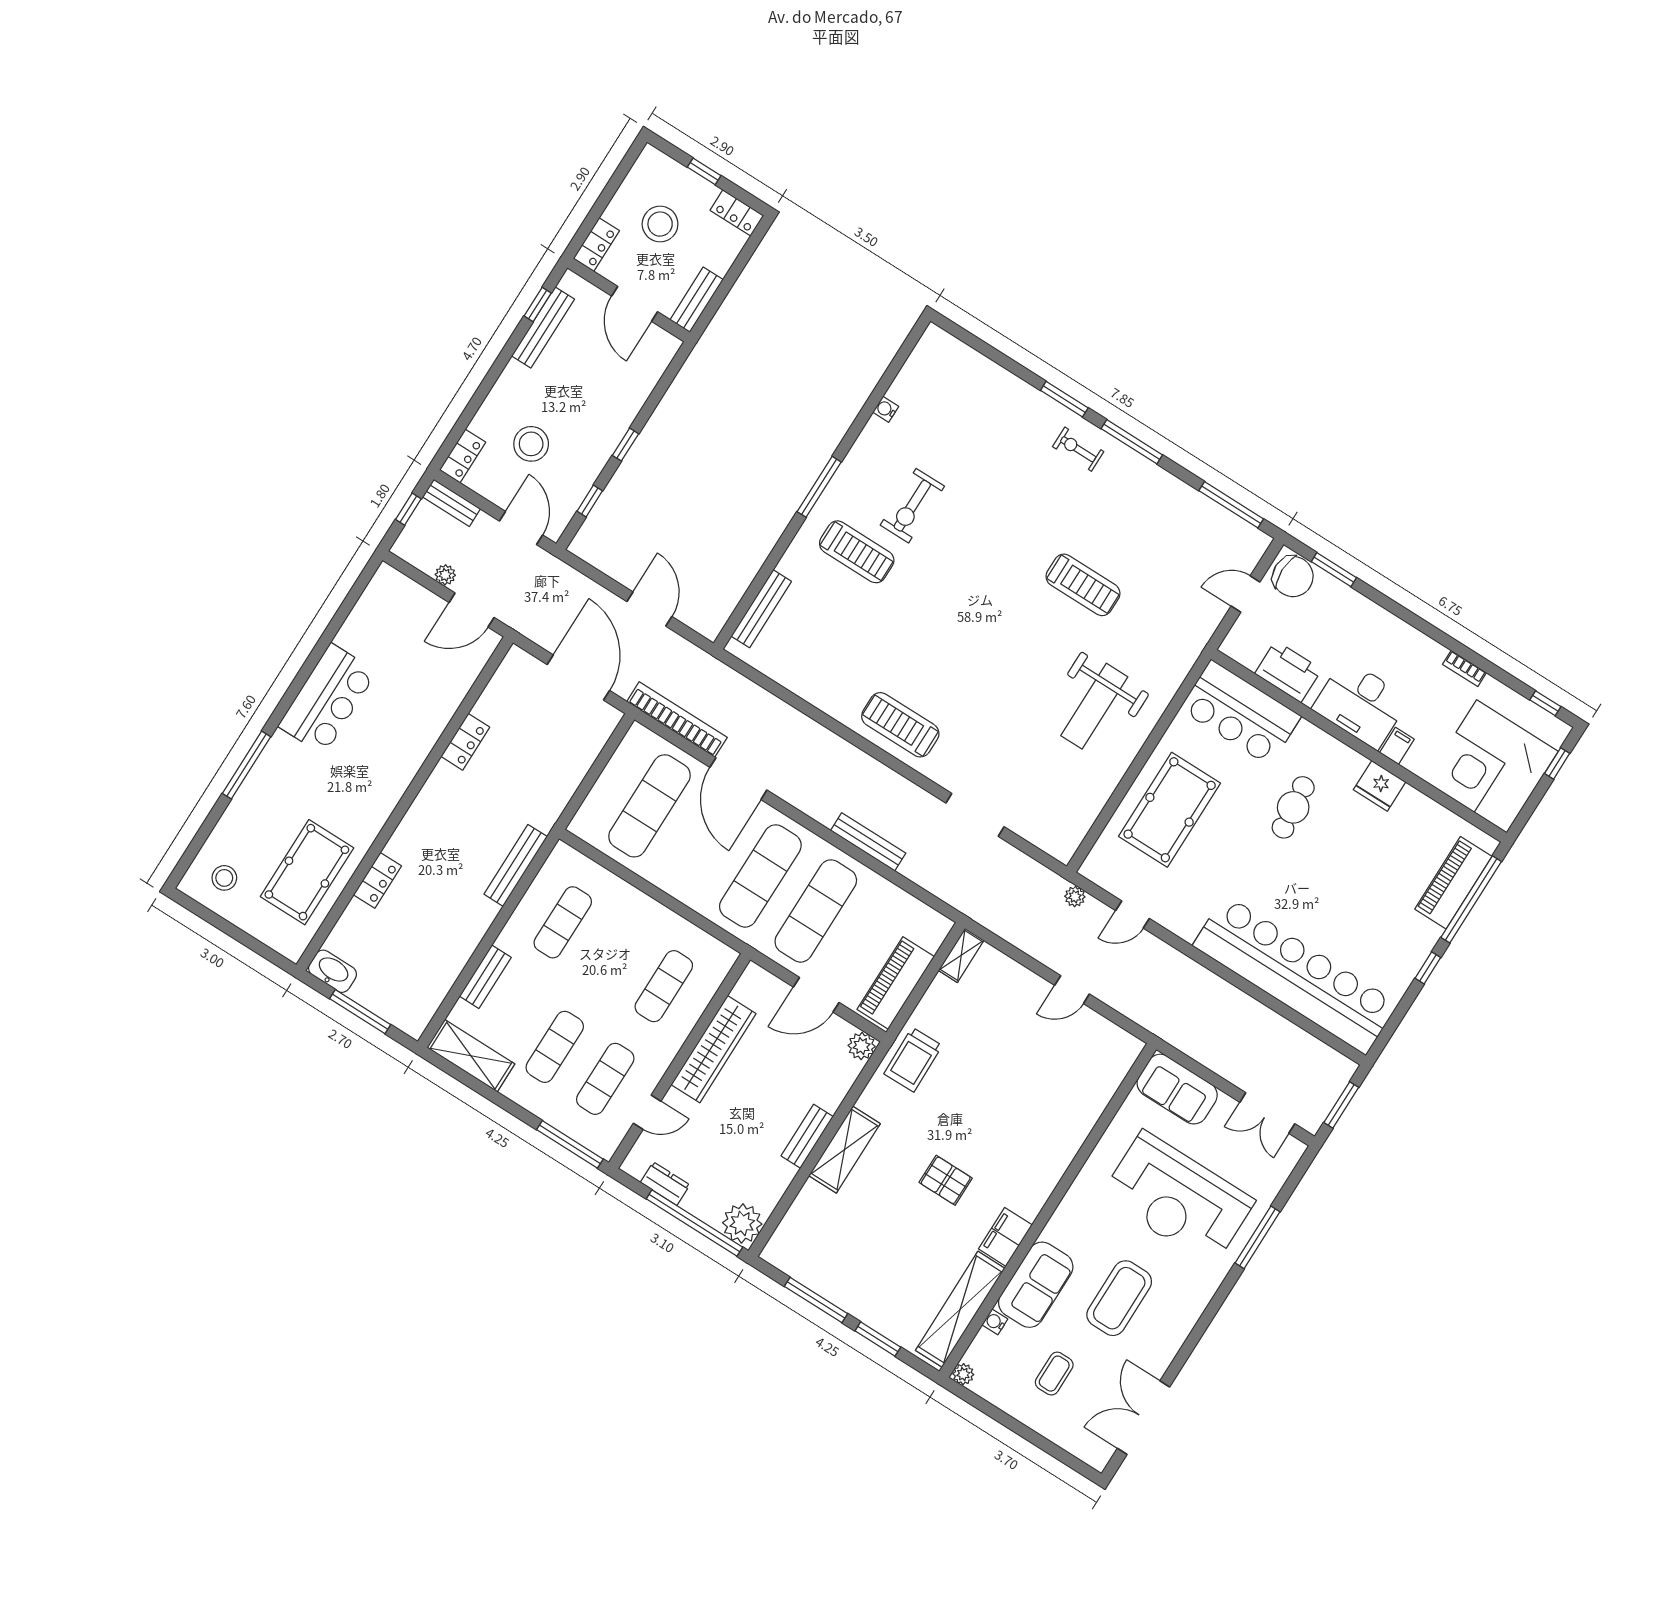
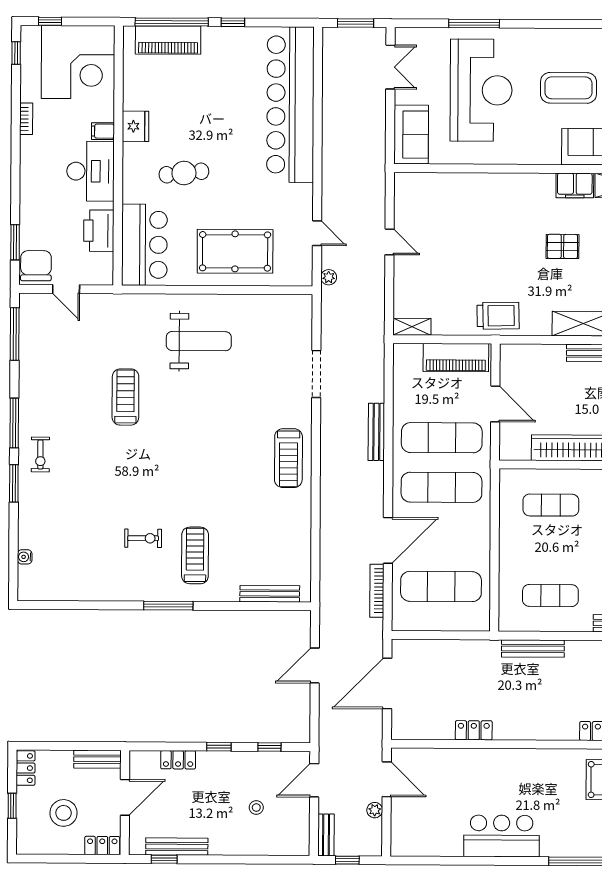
water cooler: (886, 409) -> (25, 557), moved, turned 90
stool: (531, 444) -> (256, 808), width x0.53, depth x0.53
locker: (463, 456) -> (178, 760), moved, turned 180
exercise bike: (912, 506) -> (143, 538), width x0.73, depth x0.72
bookcase: (677, 719) -> (377, 591), width x0.68, depth x0.76
plant: (862, 1046) -> (510, 354), removed
pallet: (946, 1180) -> (562, 246), turned 90

